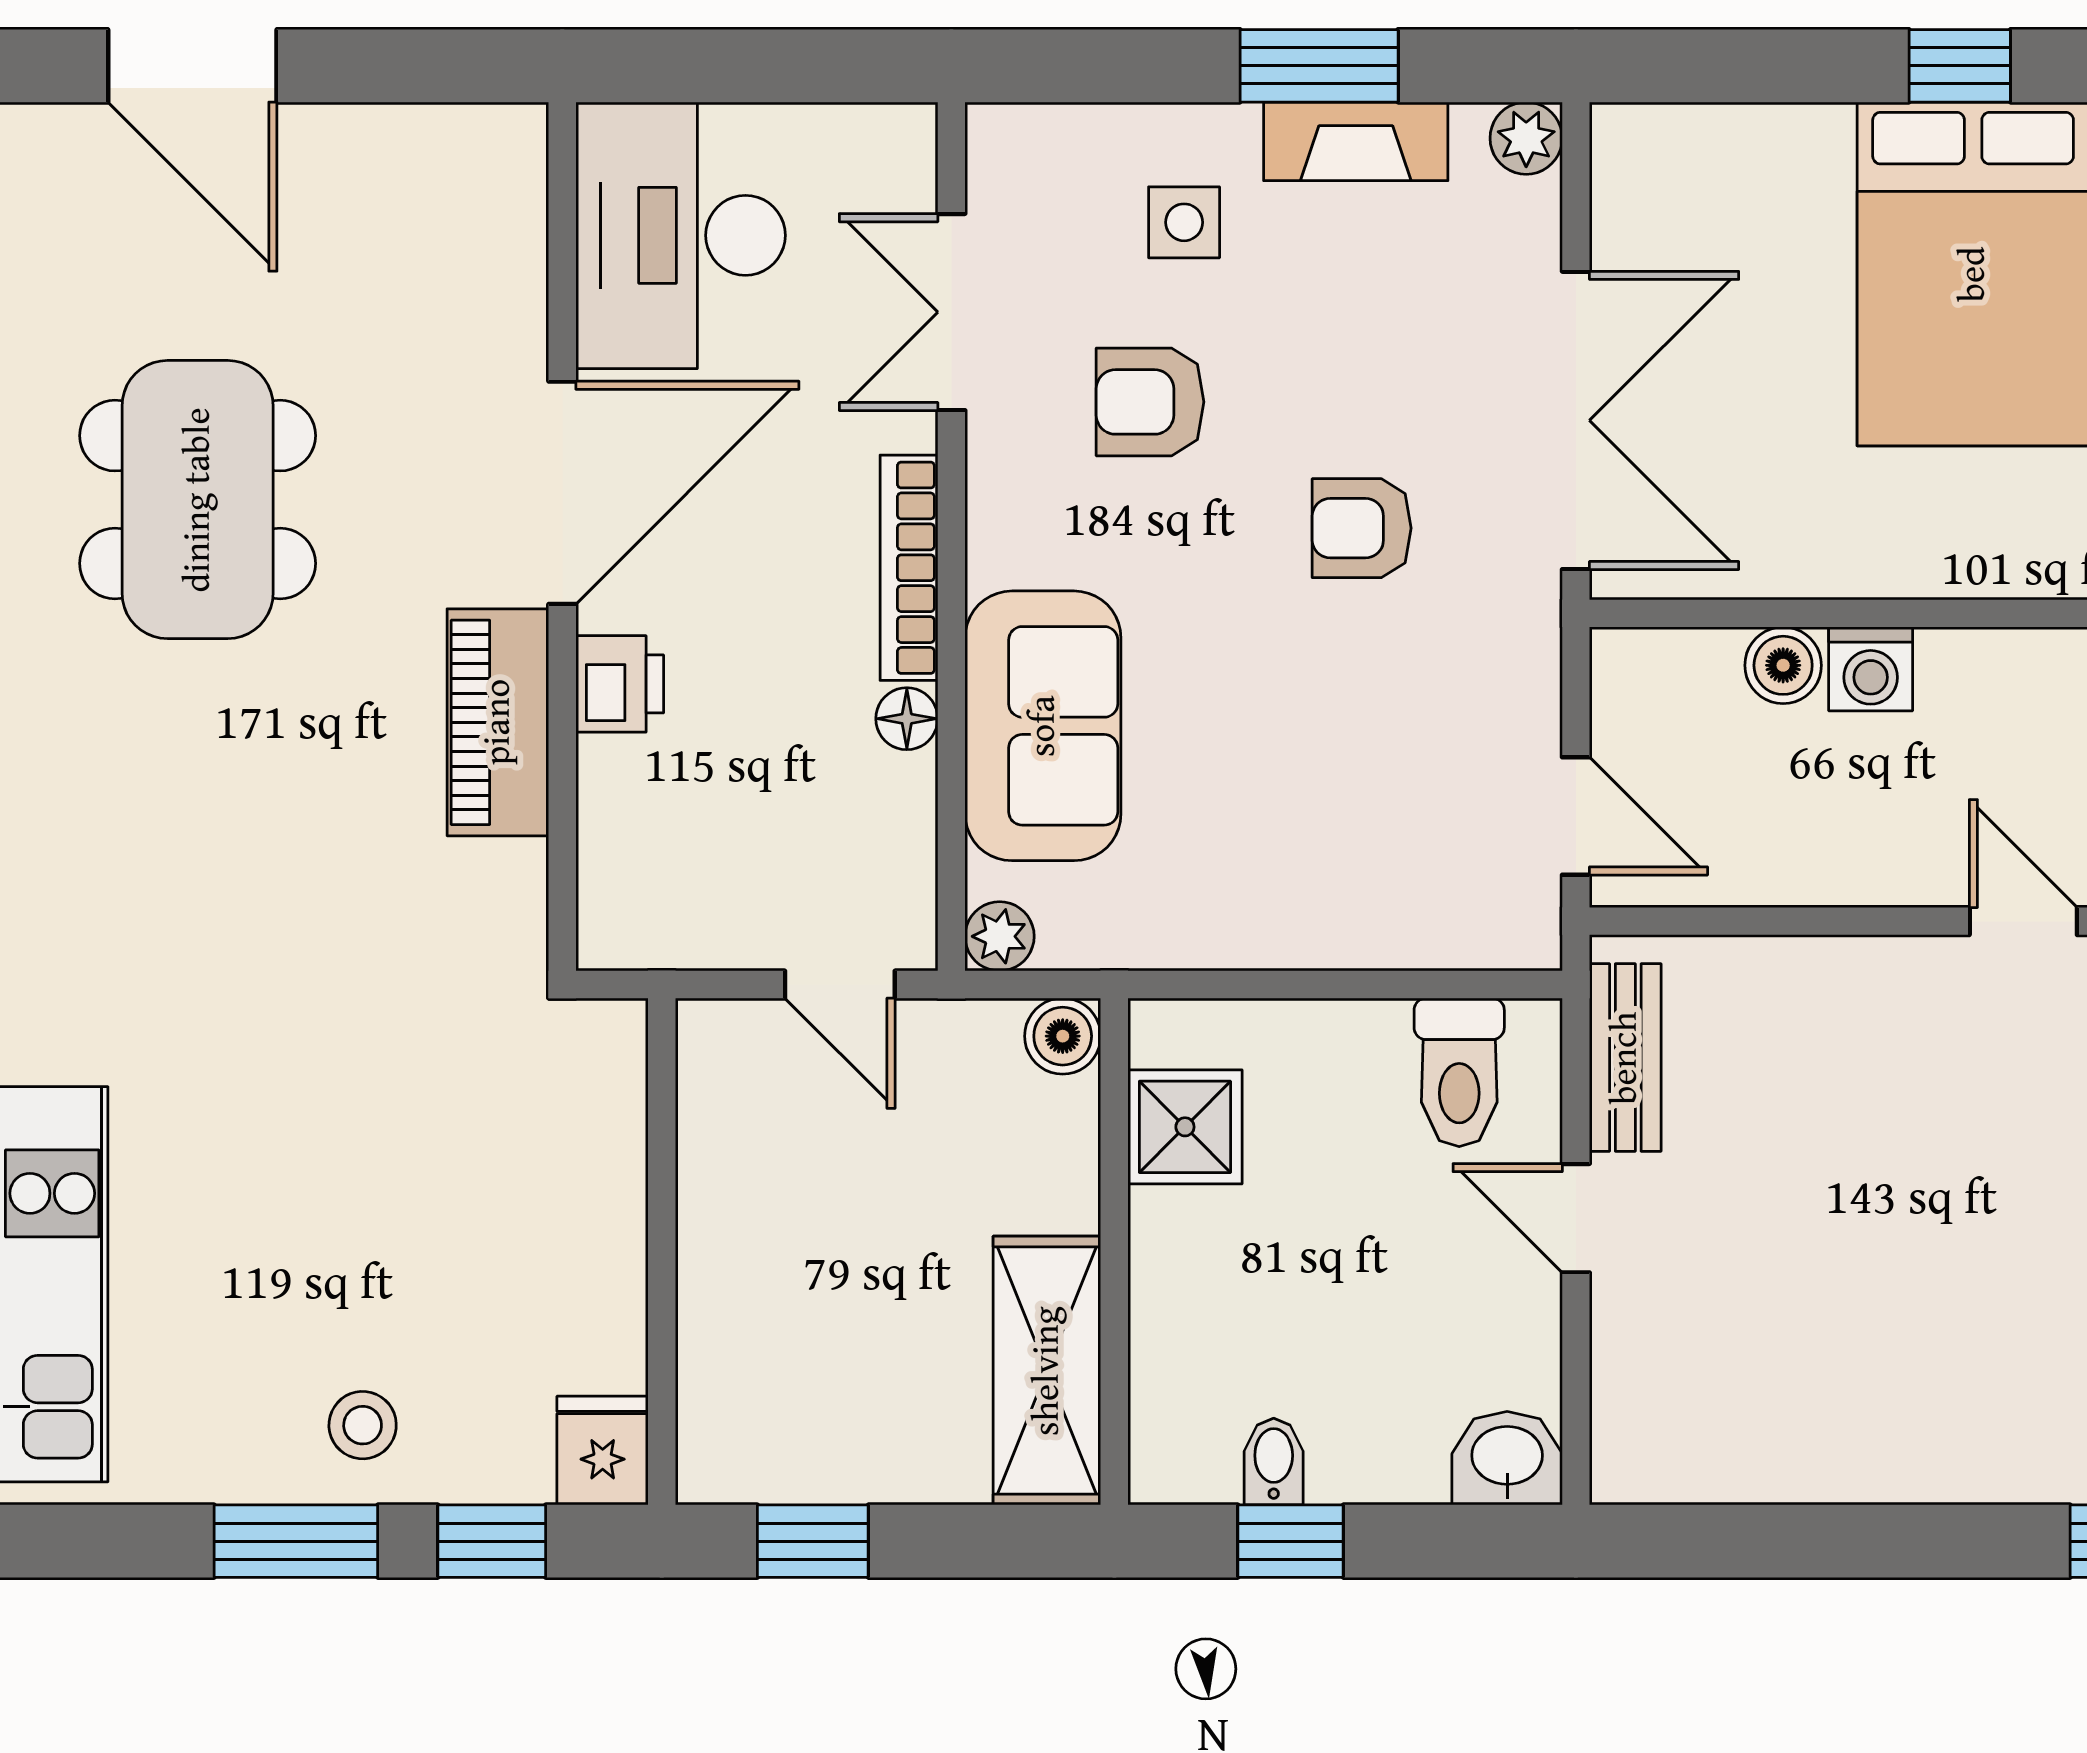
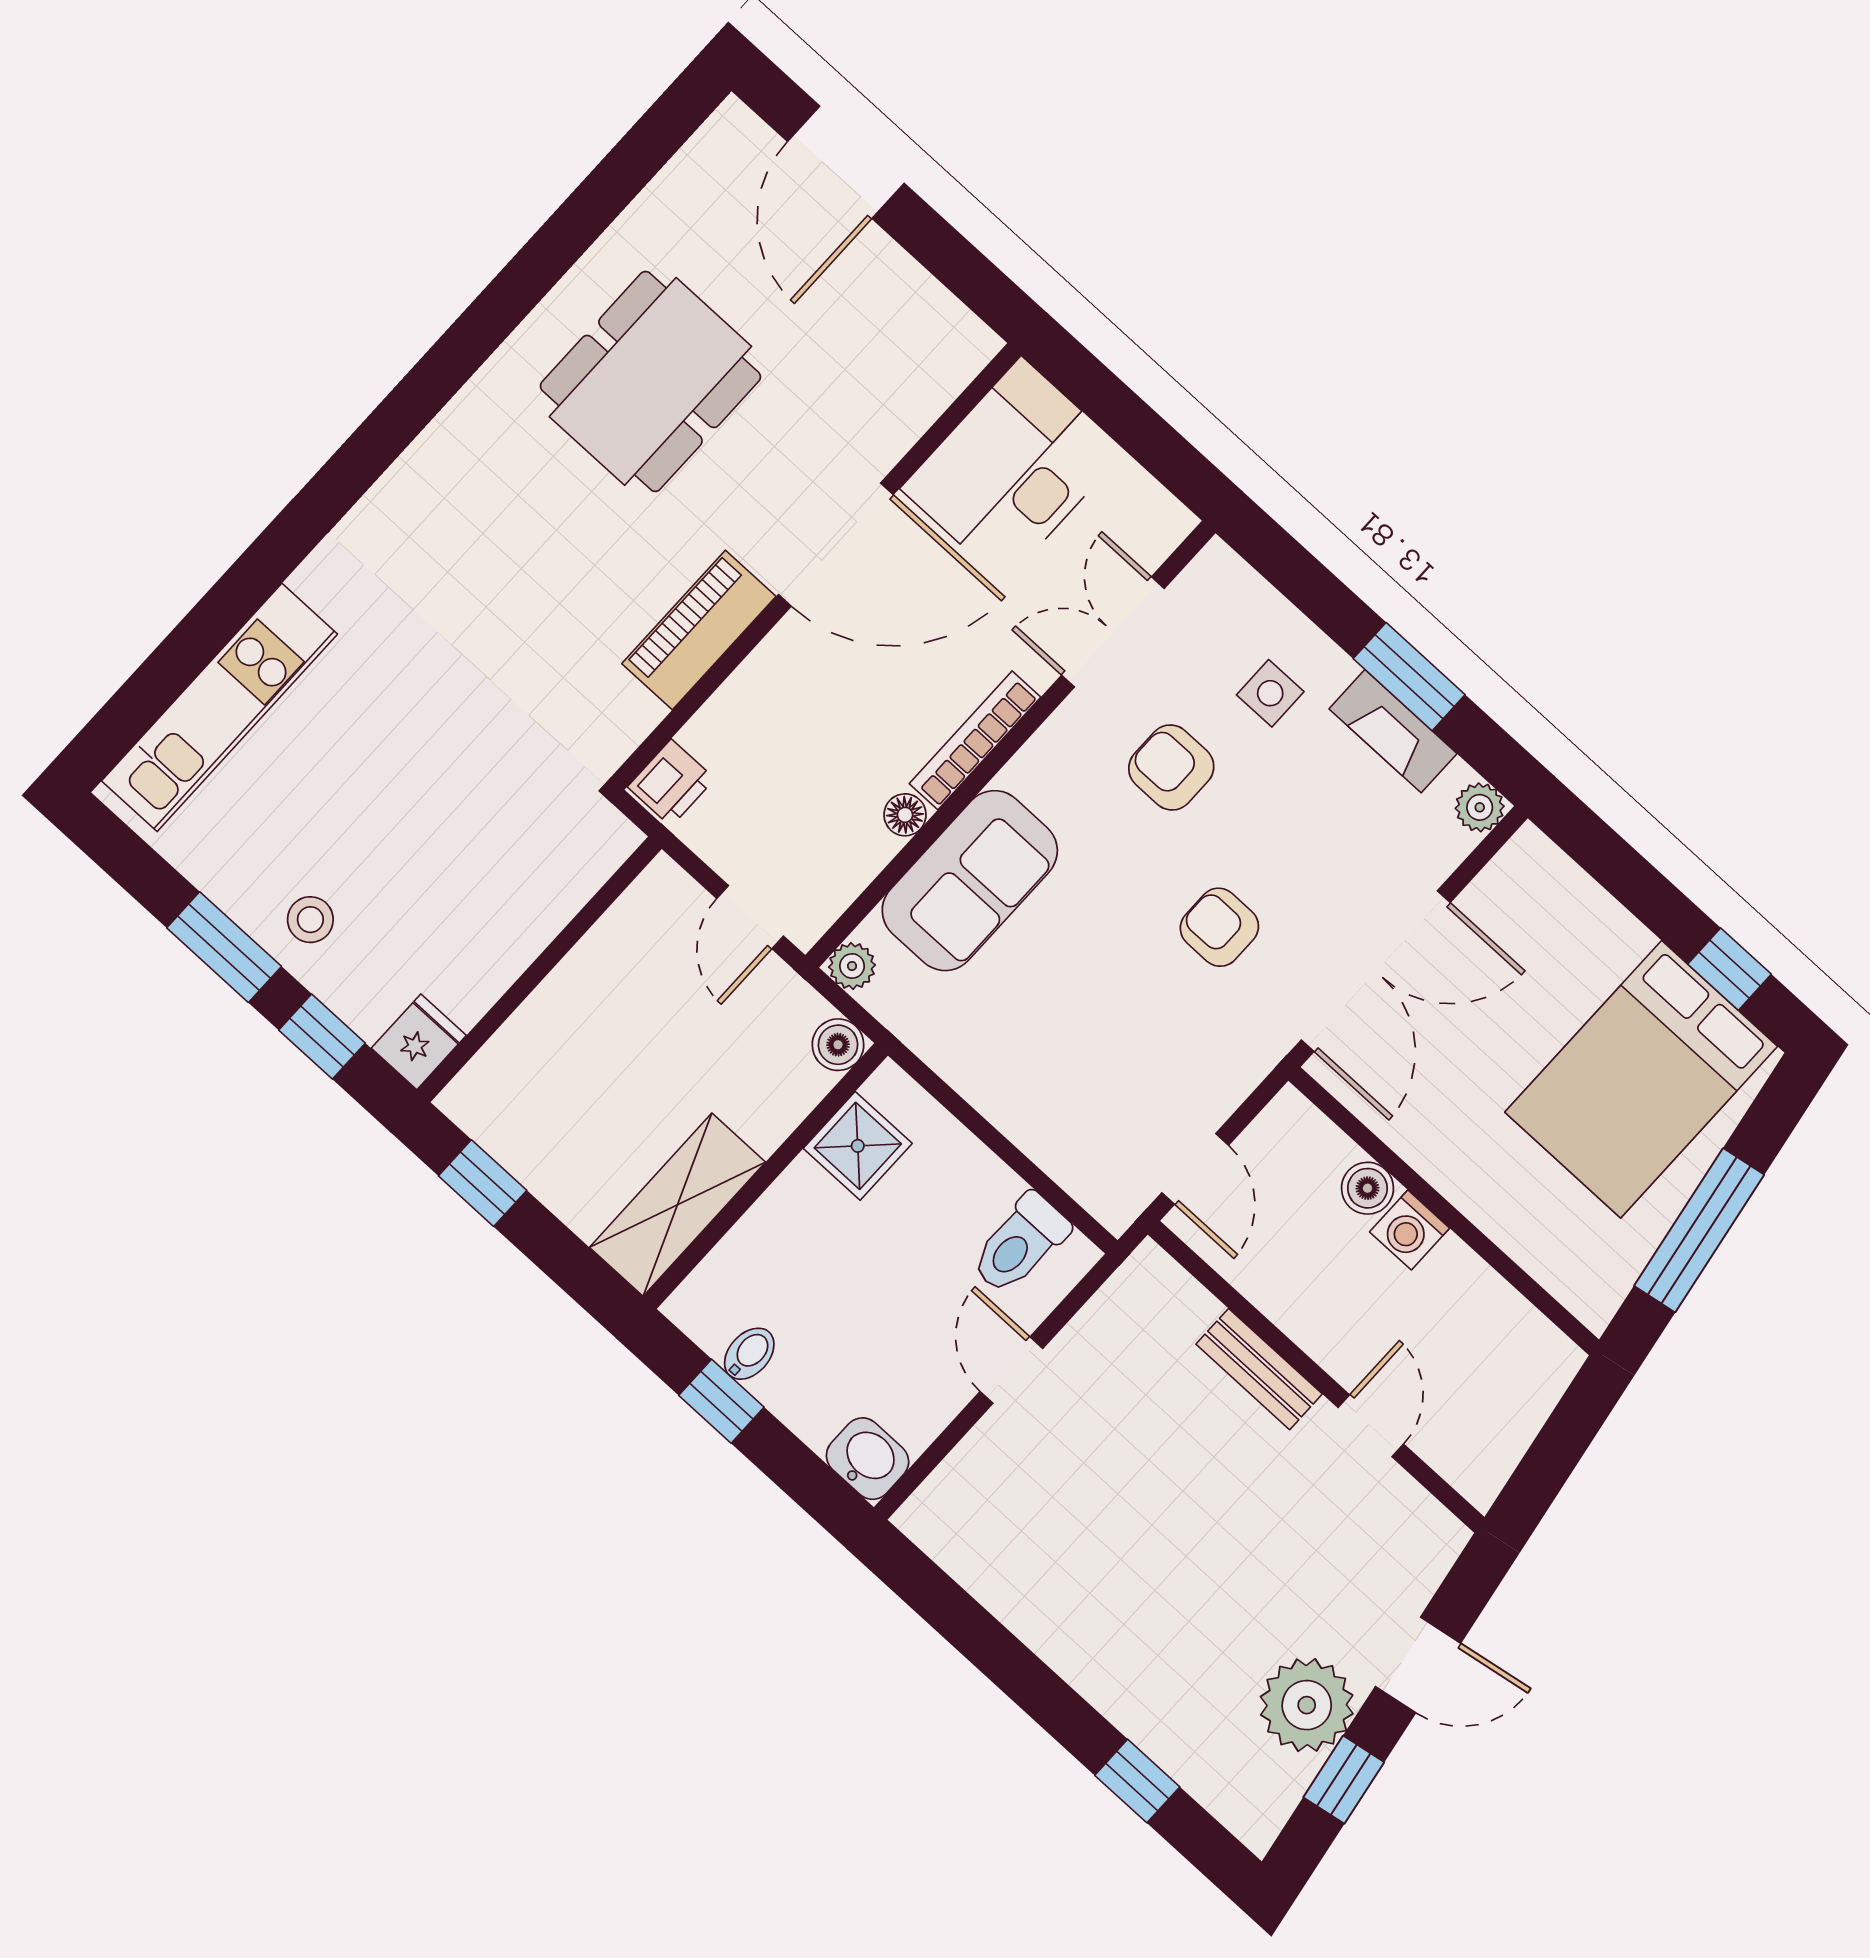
printer: (620, 684) -> (671, 783), moved
bench: (1625, 1058) -> (1259, 1369), moved, turned 90

